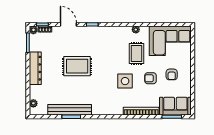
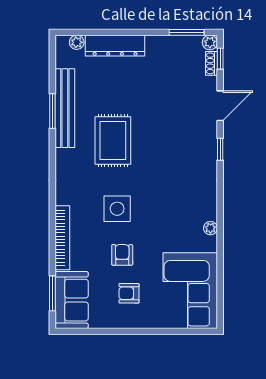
rug: (137, 54) -> (167, 230), removed
rug: (77, 66) -> (113, 141), moved
dresser: (35, 68) -> (115, 46), moved

